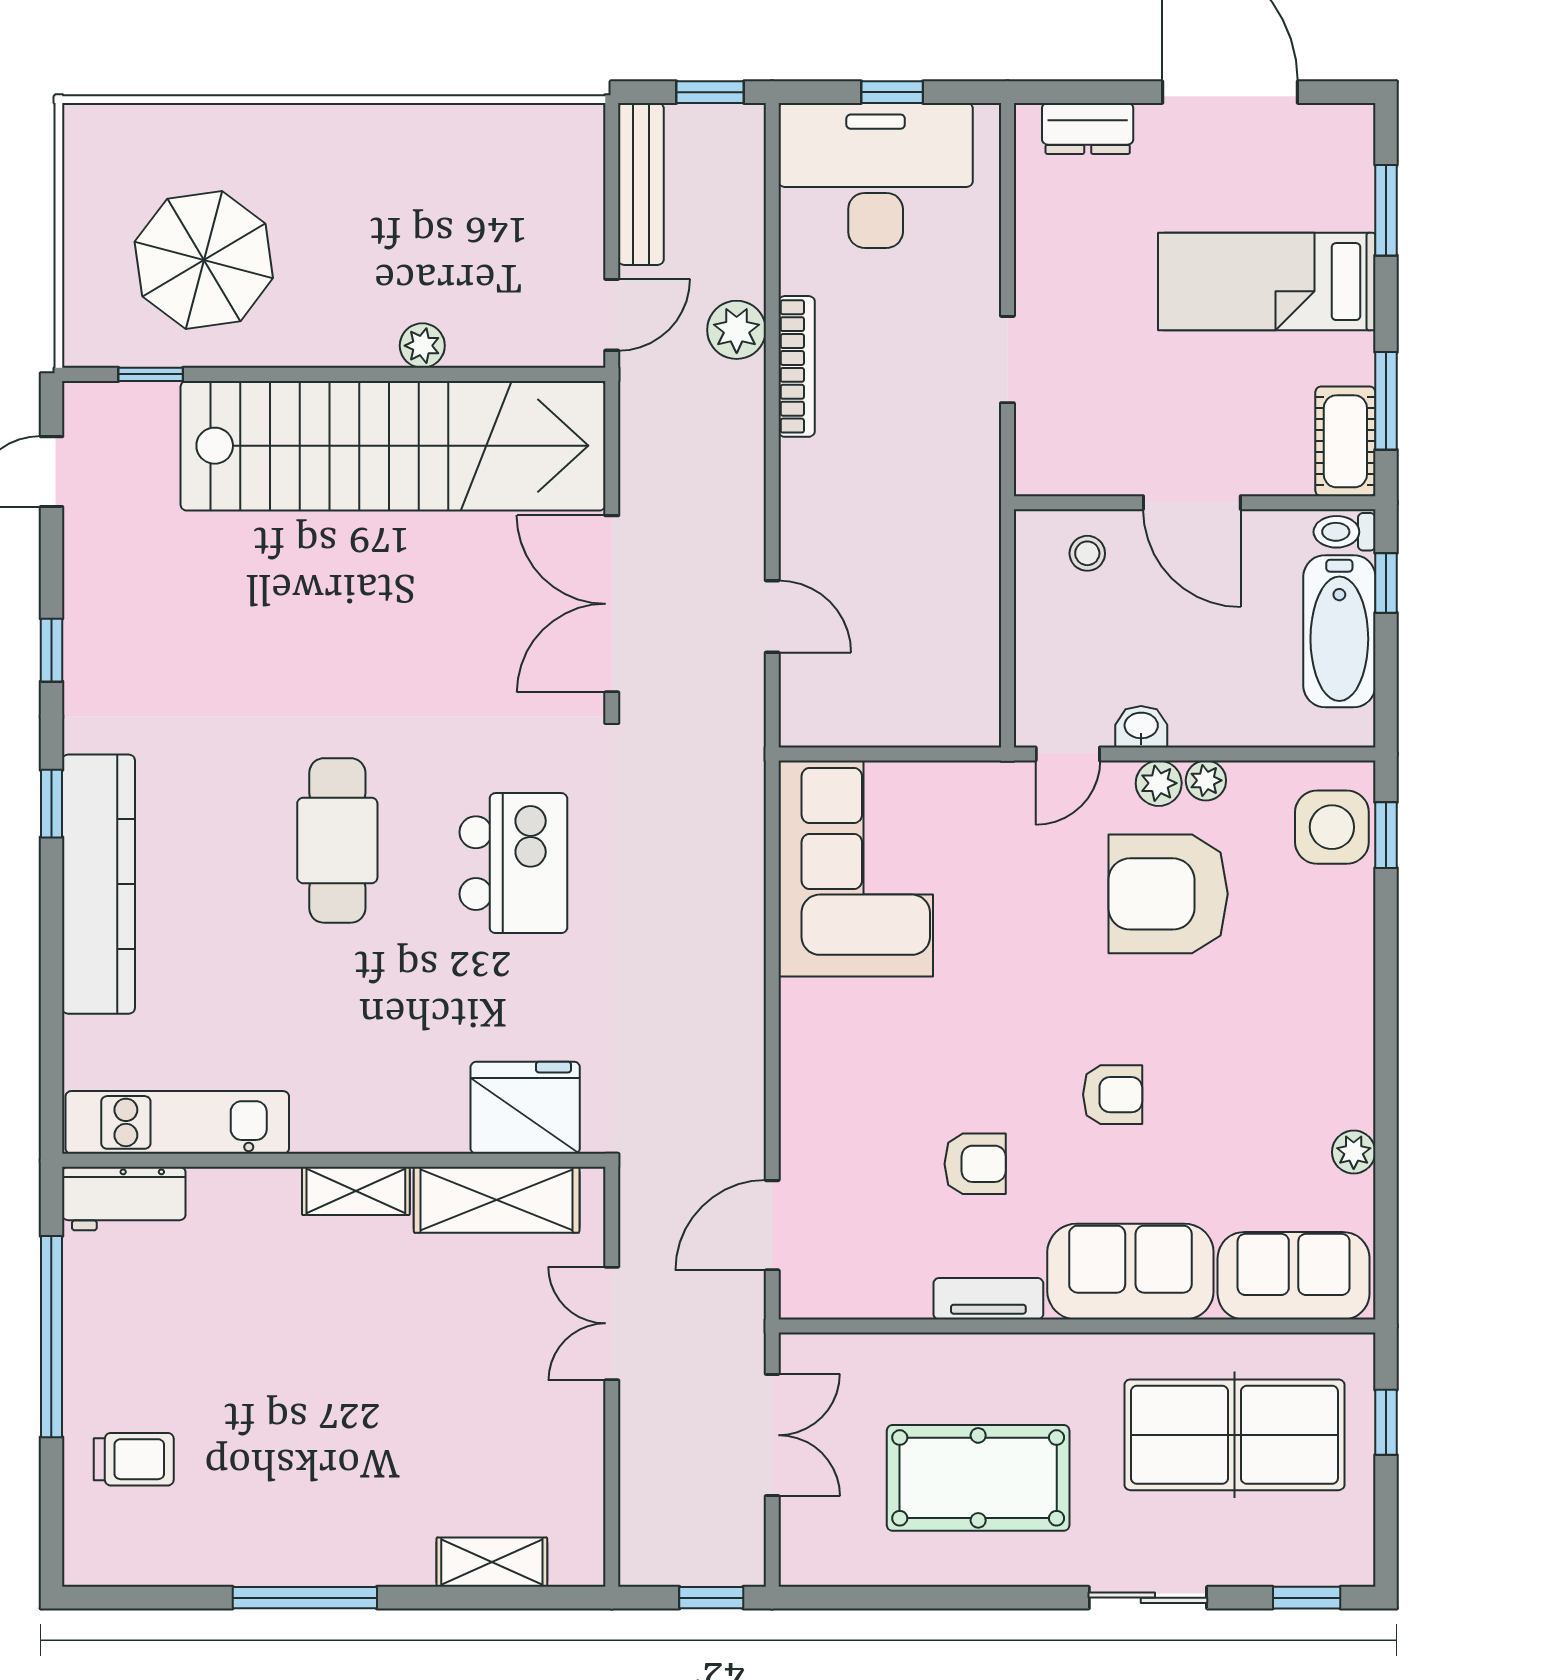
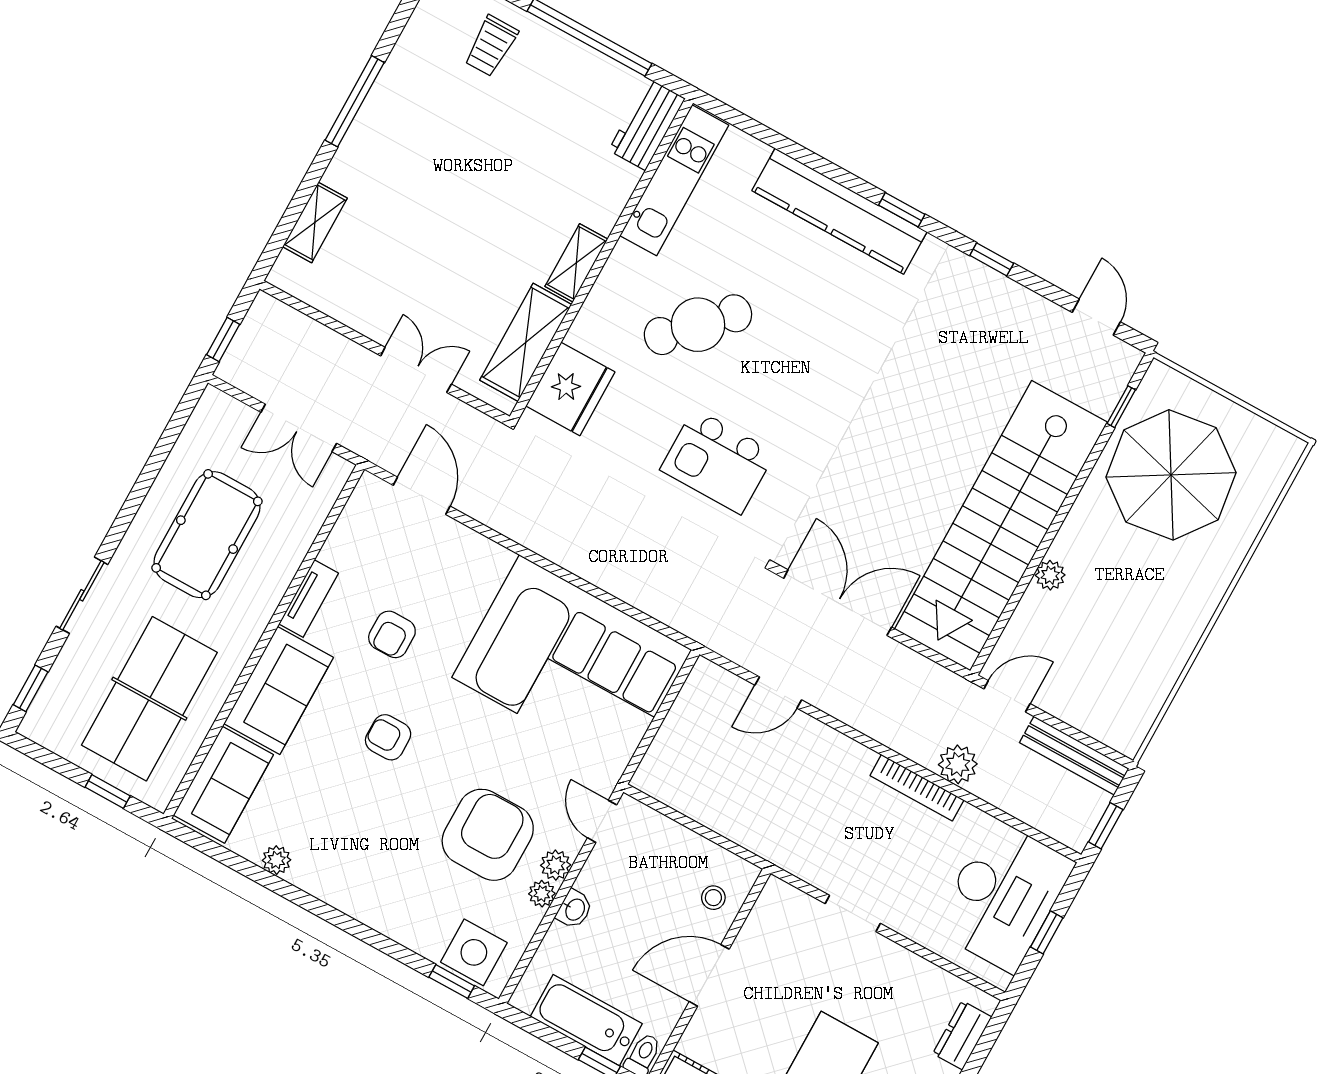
parasol: (204, 260) -> (1171, 475), width x1.36, depth x1.36
door: (612, 315) -> (1007, 696), swing flipped
washbasin: (1141, 727) -> (574, 909), moved
cafe table: (337, 840) -> (698, 325), moved, turned -46
corner sofa: (856, 869) -> (572, 664), width x1.36, depth x1.36
armchair: (1113, 1095) -> (388, 737), turned 90

